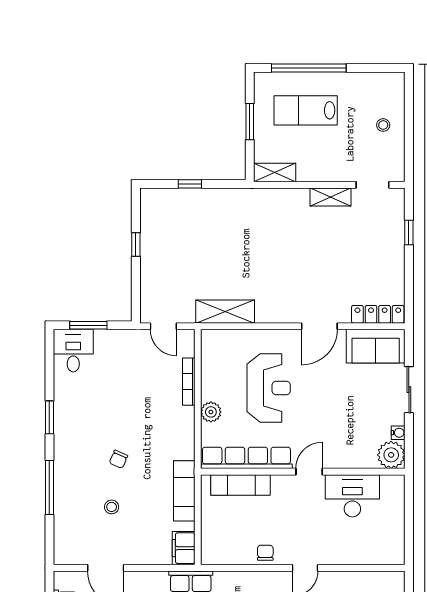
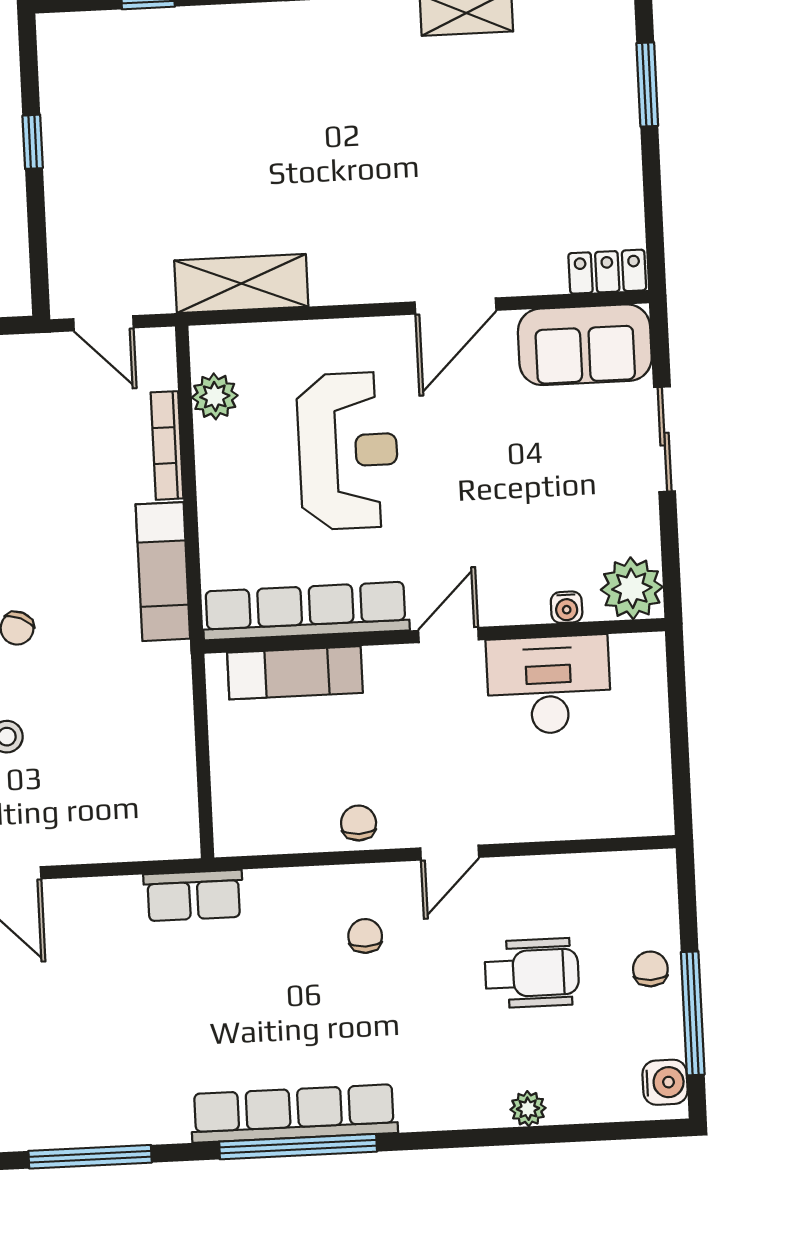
window: (409, 232) -> (647, 85), width x1.50
locker: (378, 314) -> (607, 272), width x0.66
plant: (211, 412) -> (215, 396), moved
water cooler: (398, 433) -> (567, 607), moved, turned 90
exam couch: (184, 491) -> (163, 572), moved
filing cabinet: (184, 548) -> (174, 822), removed

